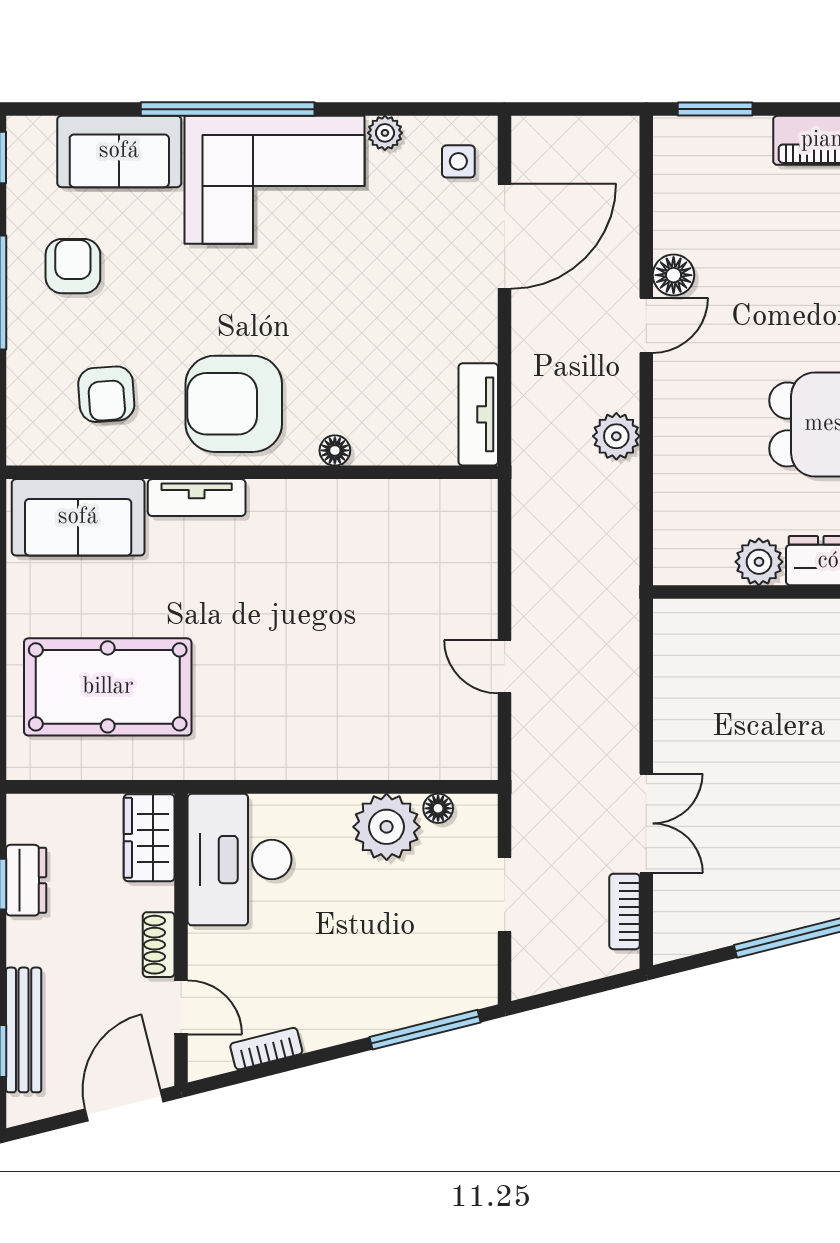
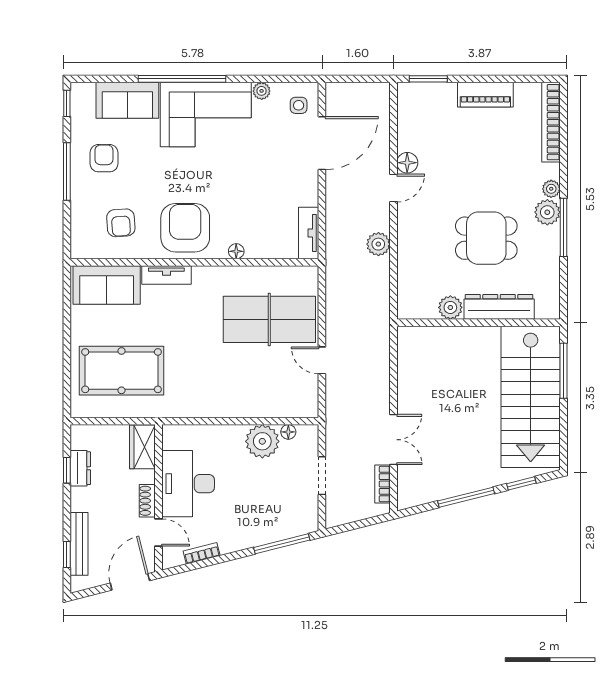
armchair: (234, 404) -> (185, 228), turned 90
table tennis table: (400, 585) -> (269, 319), added
desk: (240, 860) -> (188, 484), moved

